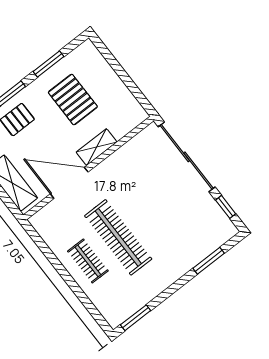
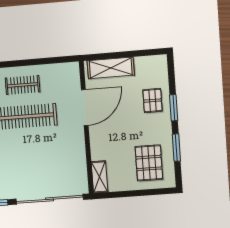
pallet: (73, 100) -> (149, 163), moved, turned 90
shelving: (96, 147) -> (100, 177), moved

